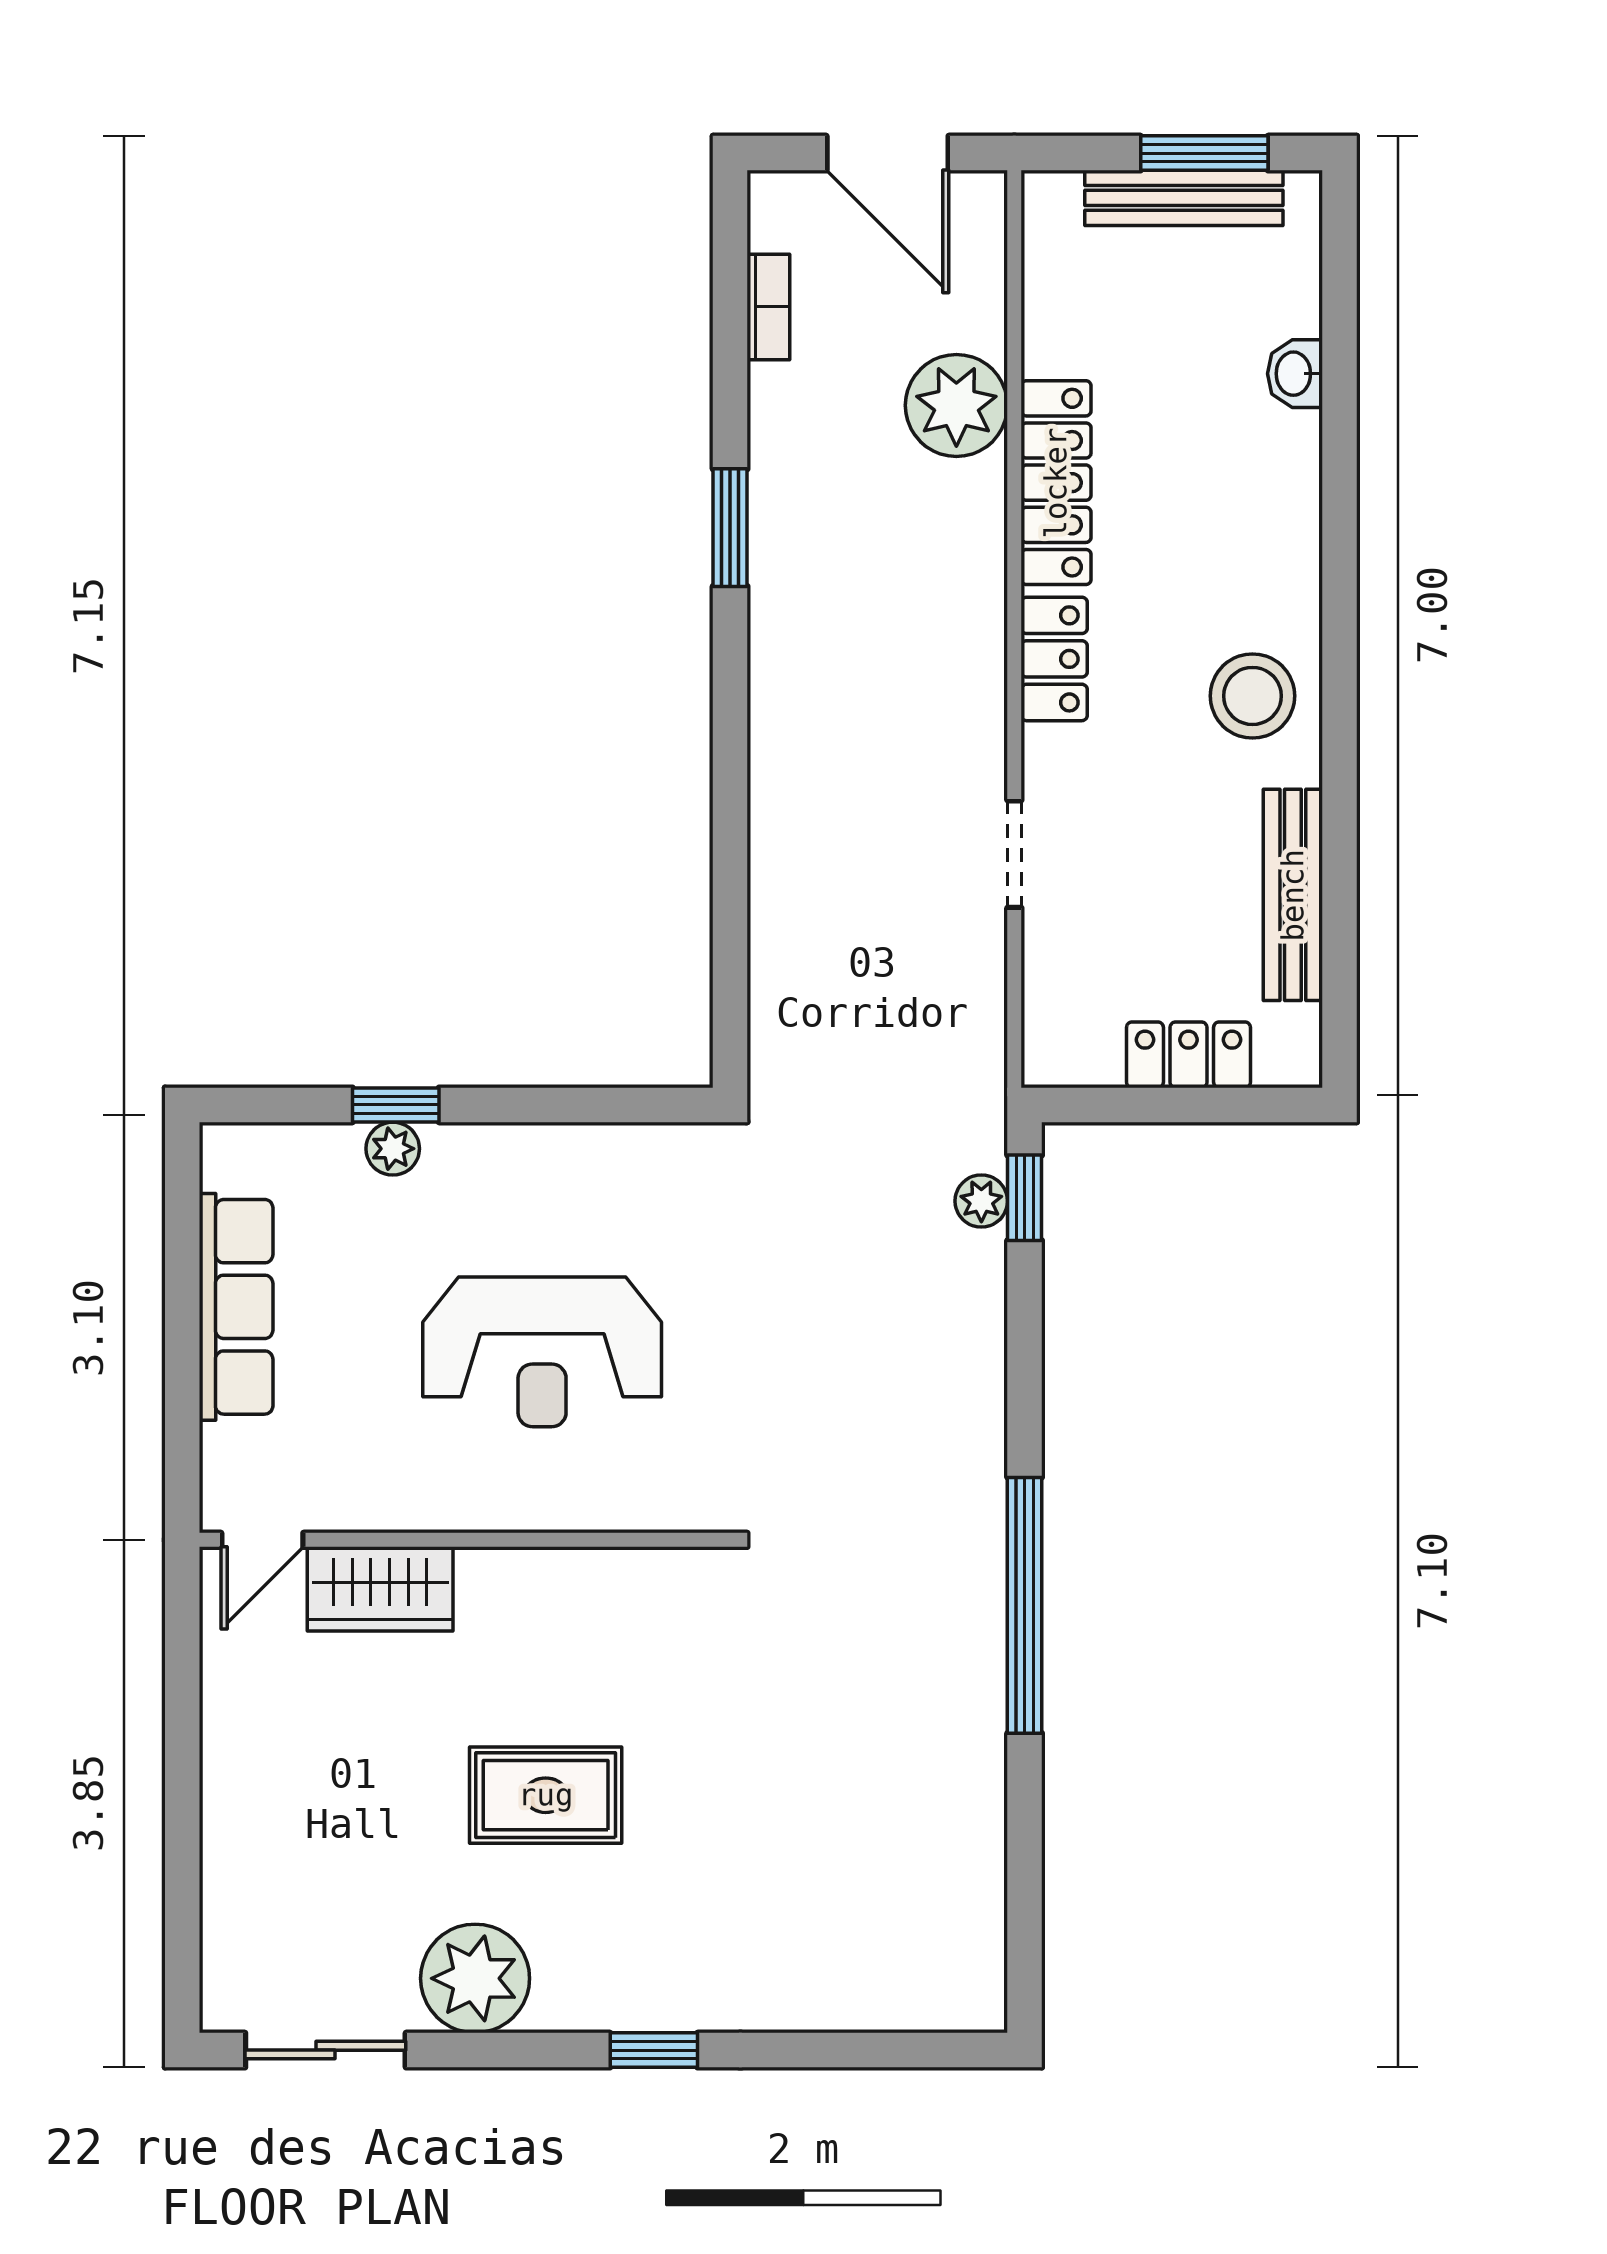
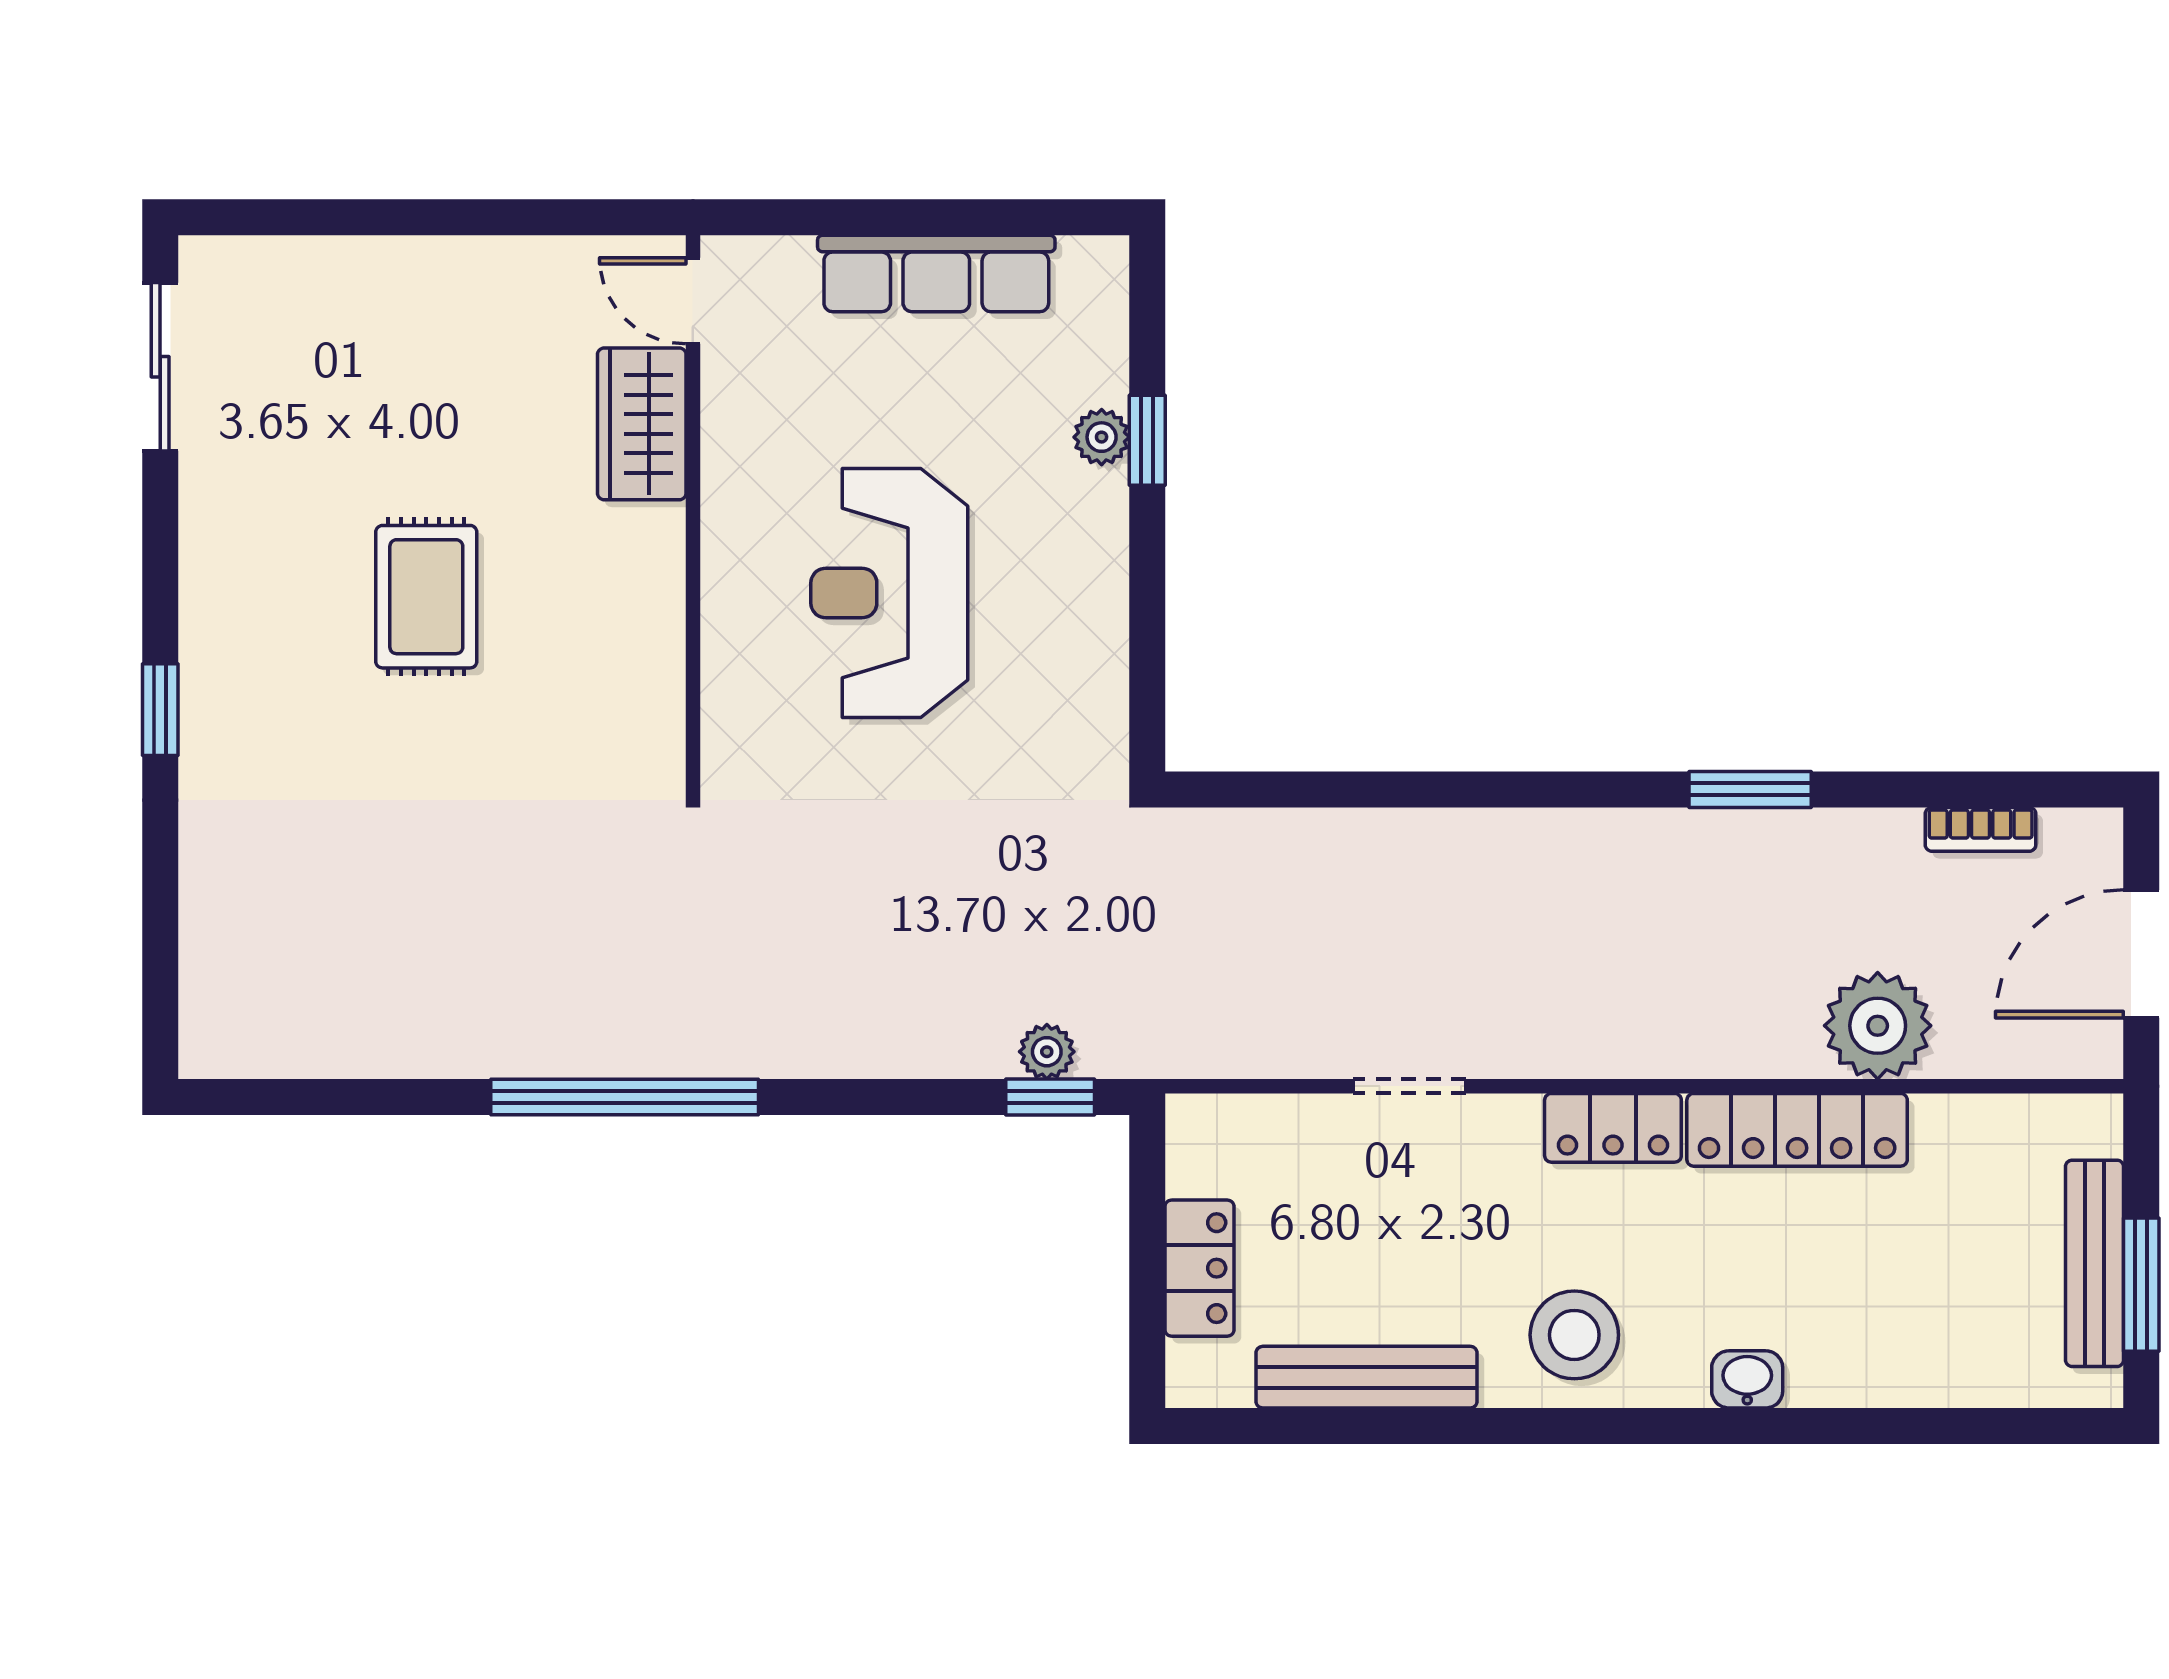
washbasin: (1295, 374) -> (1747, 1379), moved
plant: (475, 1978) -> (235, 523), removed

